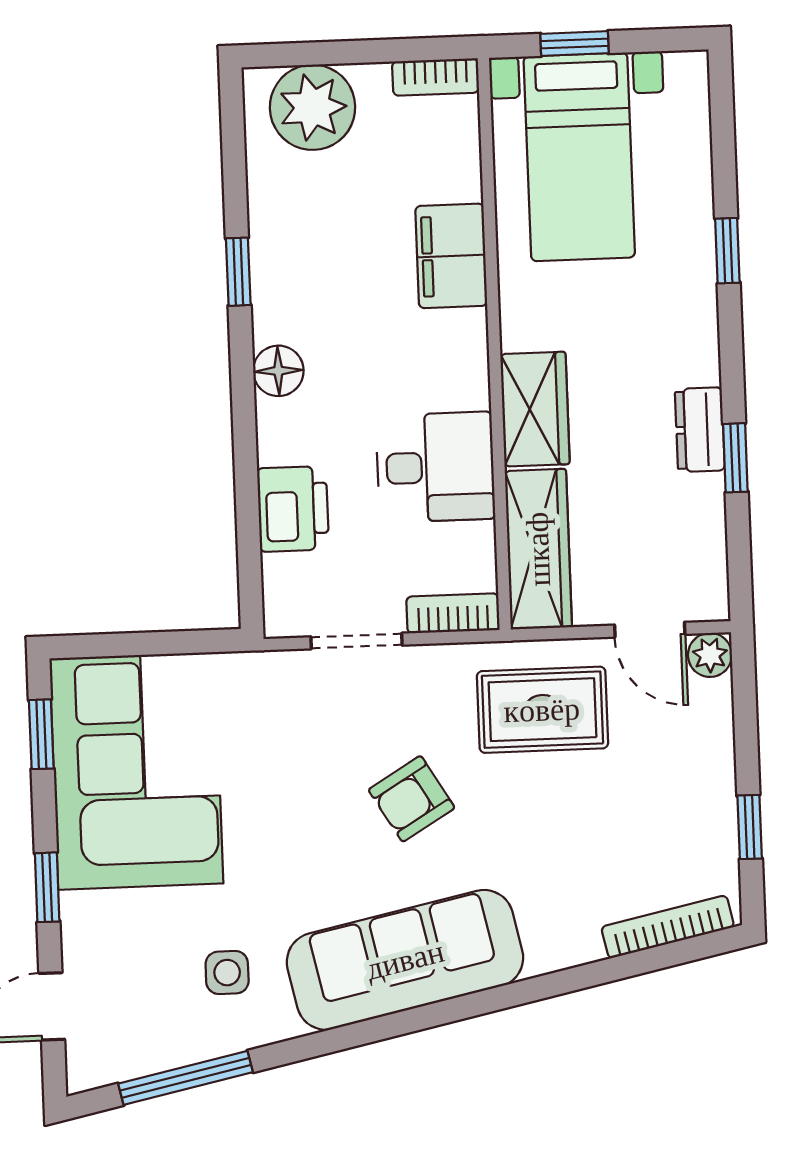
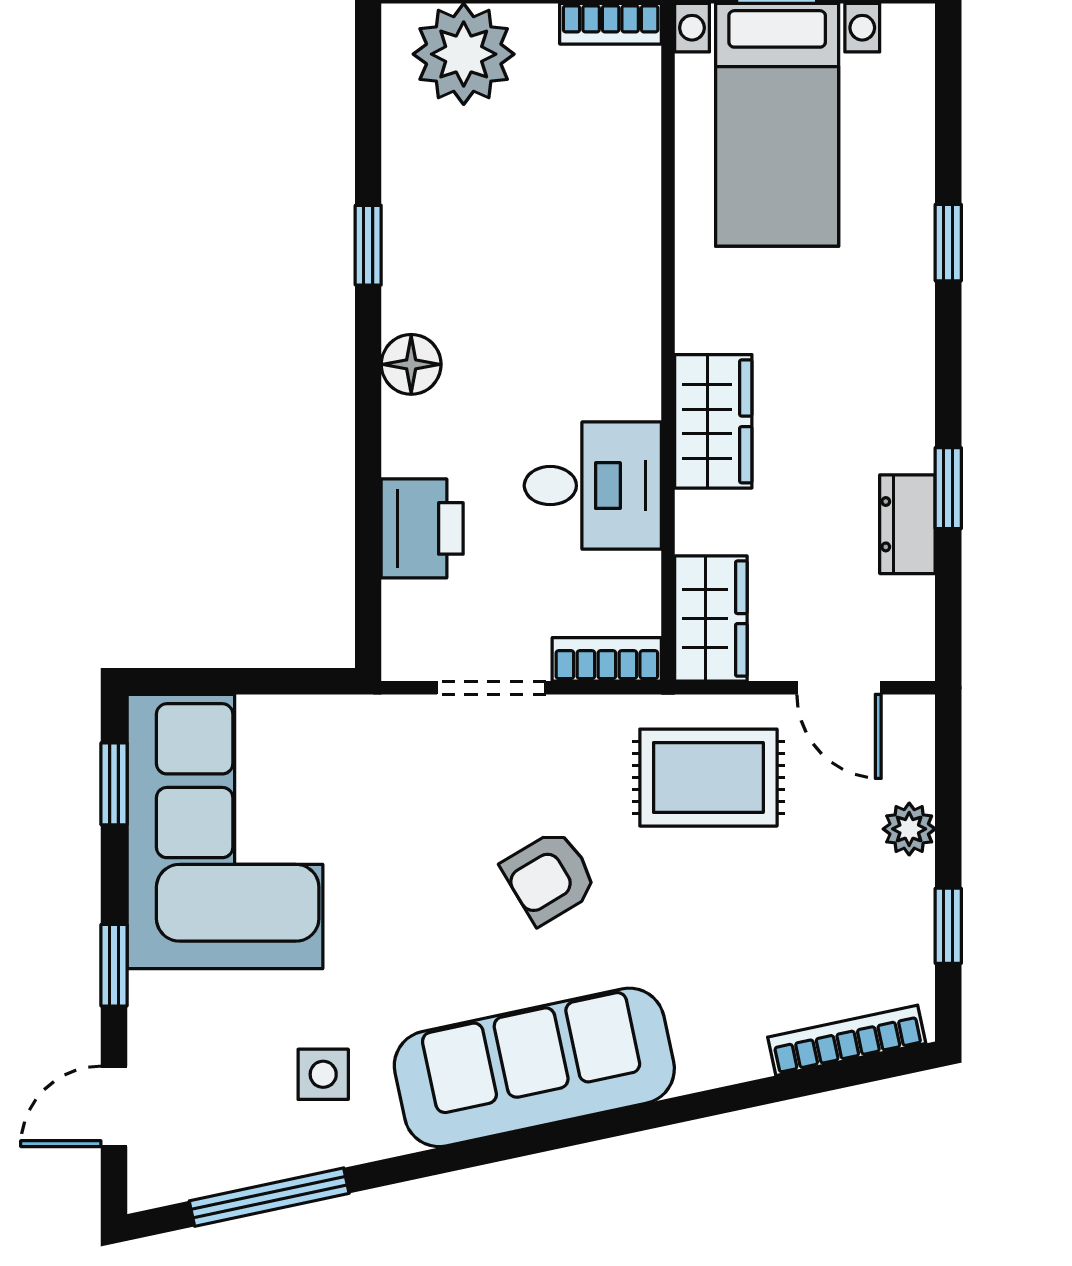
filing cabinet: (451, 256) -> (621, 236), removed
dresser: (700, 430) -> (907, 524), moved
wardrobe: (538, 549) -> (711, 619), width x0.67
plant: (710, 655) -> (909, 829), moved

